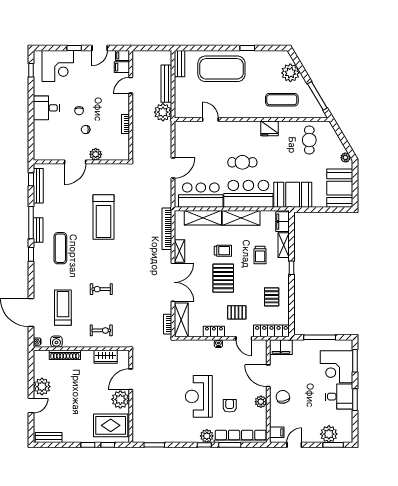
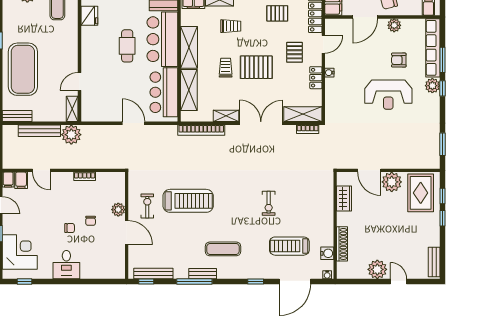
shelving: (186, 113) -> (72, 109), added
window: (31, 254) -> (256, 282), moved
exercise bike: (101, 330) -> (147, 206), moved

